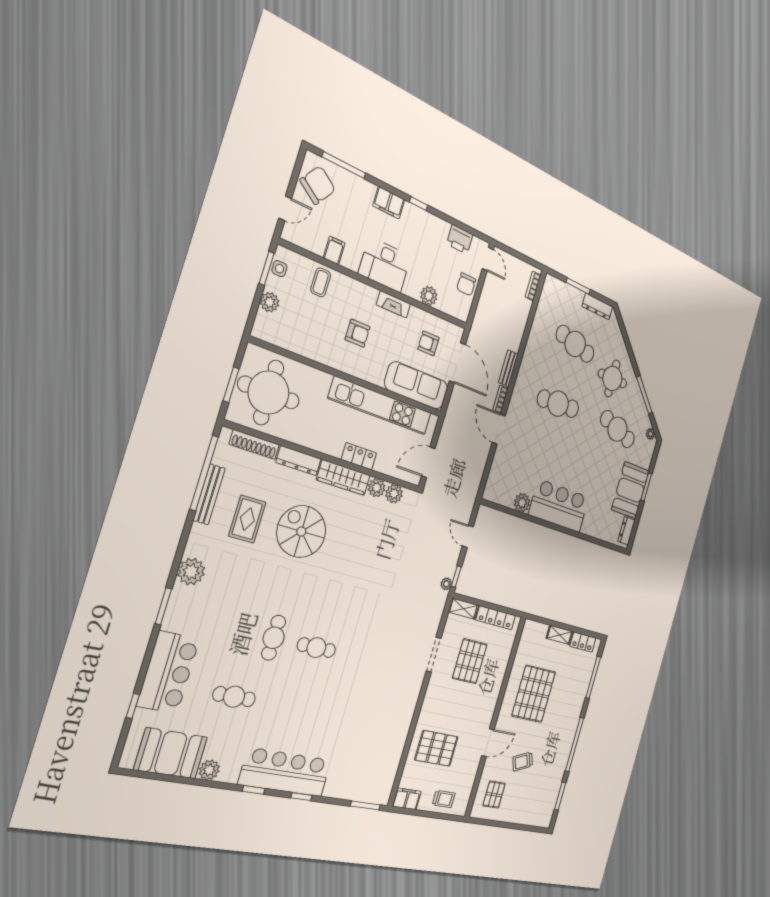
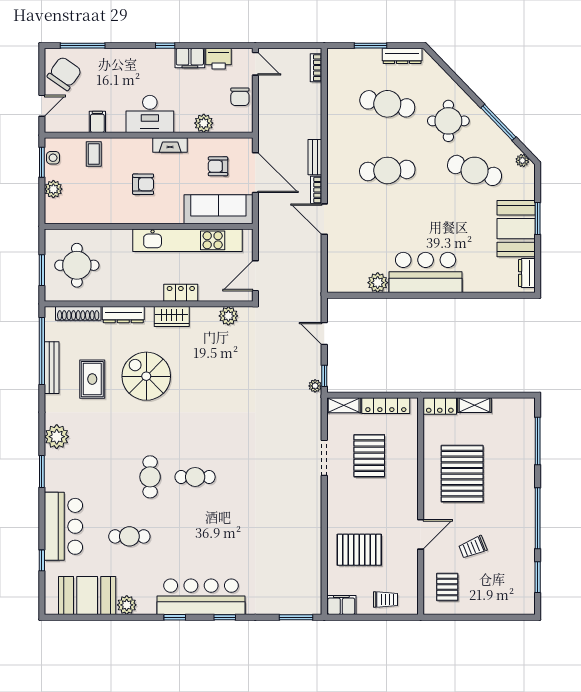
filing cabinet: (389, 203) -> (190, 58), moved
round table: (269, 393) -> (77, 265), width x0.73, depth x0.73
wardrobe: (343, 478) -> (172, 317), width x0.67
plant: (377, 488) -> (208, 316), removed
locker: (583, 642) -> (440, 406), moved

